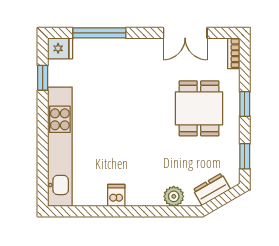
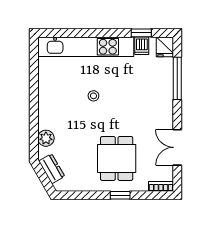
dining table: (199, 108) -> (117, 158), turned 90
stool: (121, 137) -> (93, 96), added
window: (245, 156) -> (78, 195), removed
dishwasher: (116, 195) -> (142, 46), moved, turned 90

